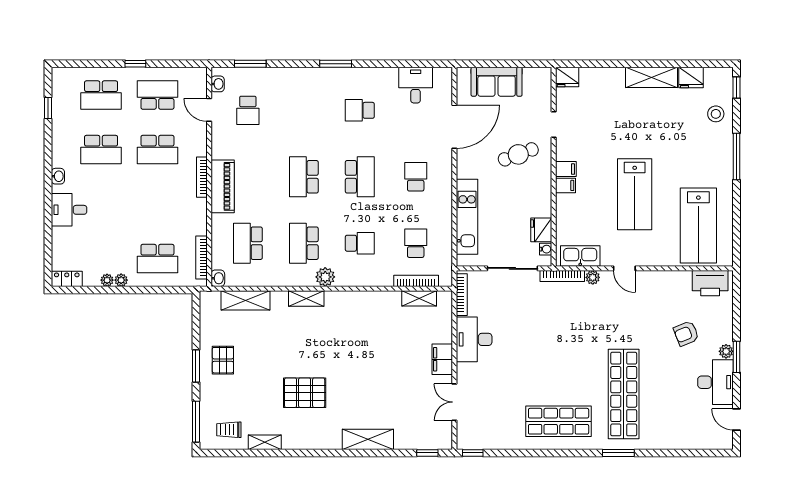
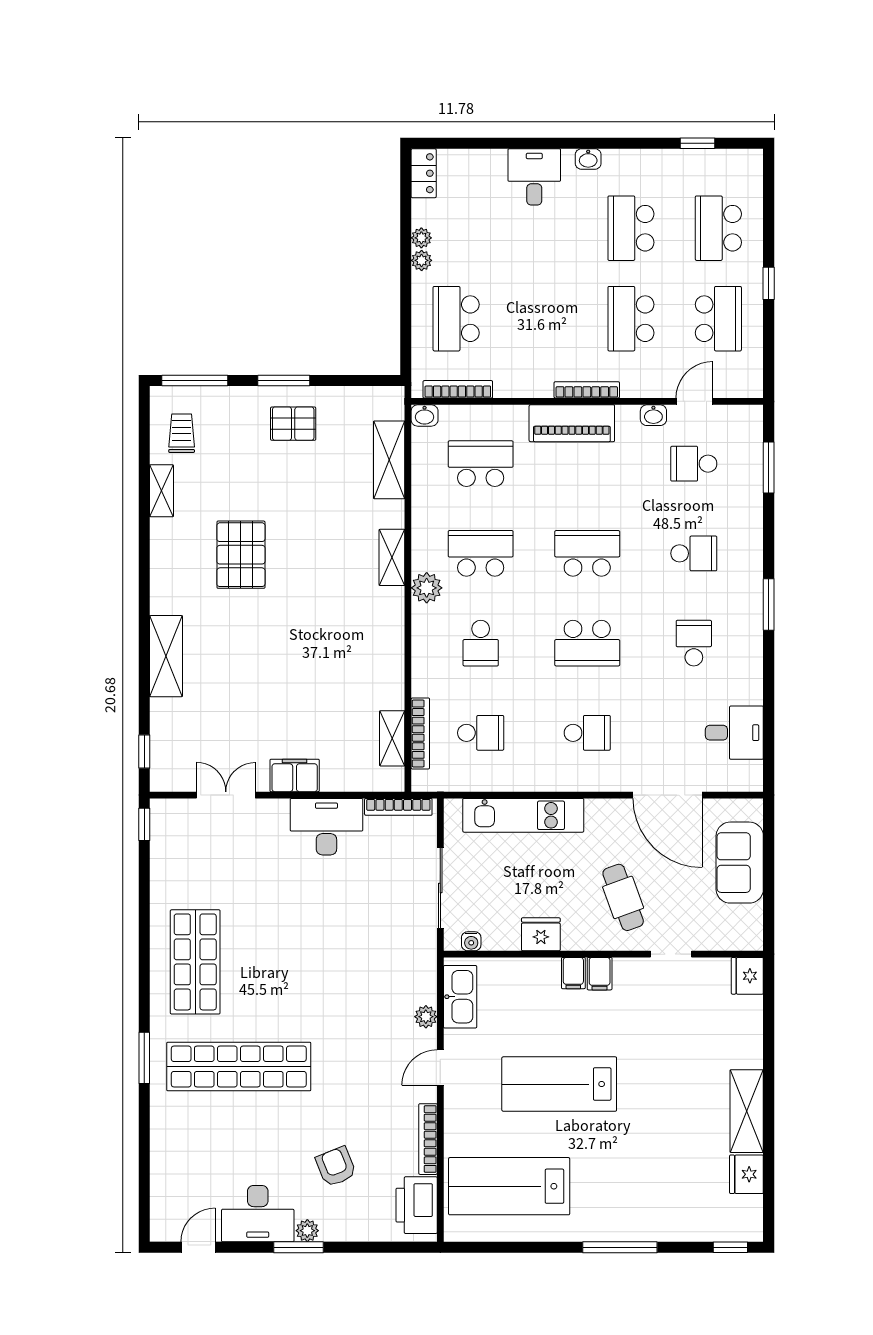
washbasin: (218, 84) -> (653, 415), moved
school desk: (304, 110) -> (694, 553), added
stool: (716, 114) -> (688, 1214), removed
fridge: (541, 230) -> (541, 934), moved
bookcase: (562, 276) -> (428, 1139), moved

